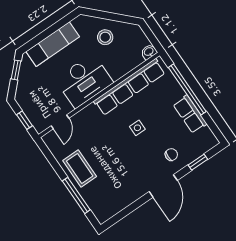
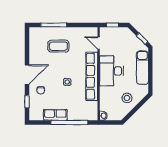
row of seats: (129, 87) -> (92, 76), moved
coffee table: (80, 168) -> (58, 46), moved
door: (163, 186) -> (27, 75), swing flipped

